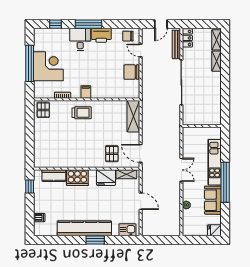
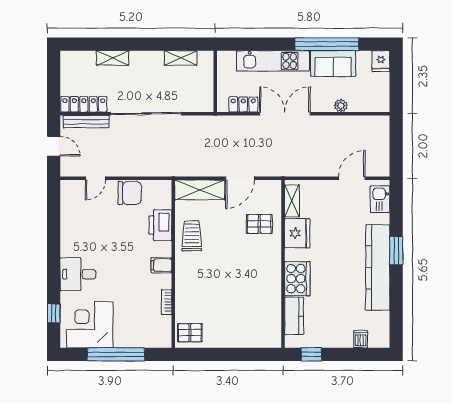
window: (88, 24) -> (54, 261), removed
printer: (101, 35) -> (160, 225), moved, turned 180
chair: (128, 36) -> (73, 198), removed
locker: (187, 38) -> (84, 104), width x1.53
shelving: (216, 40) -> (181, 58), moved
corner desk: (48, 66) -> (90, 325), moved
chair: (131, 72) -> (130, 193), turned -90
trolley: (82, 113) -> (192, 236), moved
locker: (187, 144) -> (243, 104), added
door: (141, 153) -> (240, 178), moved
double door: (181, 170) -> (285, 114), width x1.37
window: (225, 182) -> (327, 44), moved
door: (141, 201) -> (352, 178), moved

